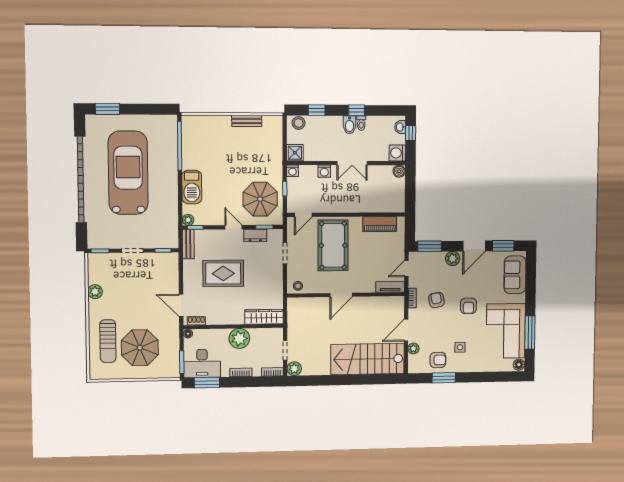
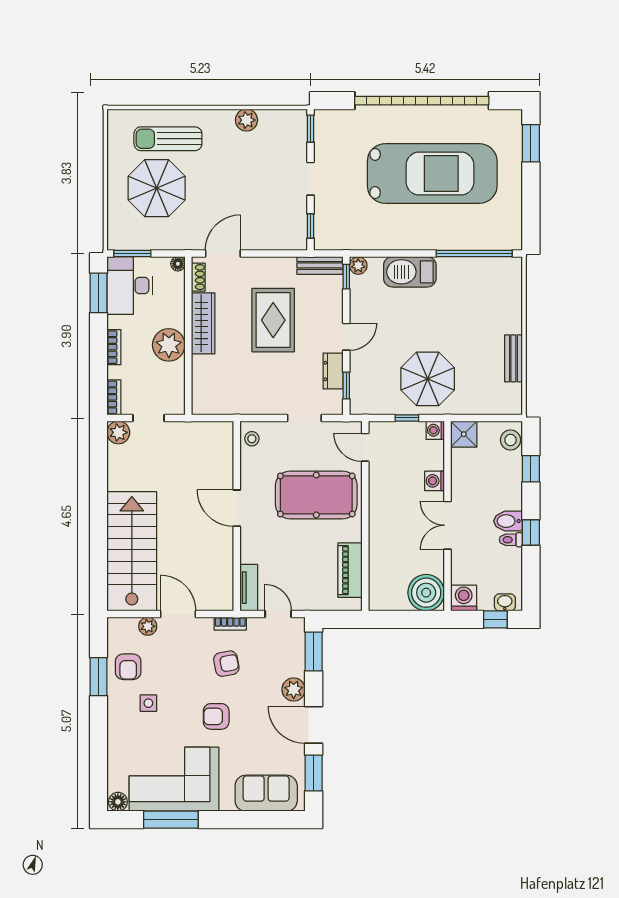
boiler: (399, 171) -> (426, 593), width x1.86, depth x1.86
parasol: (260, 199) -> (428, 379), moved
wardrobe: (264, 317) -> (203, 323), moved

